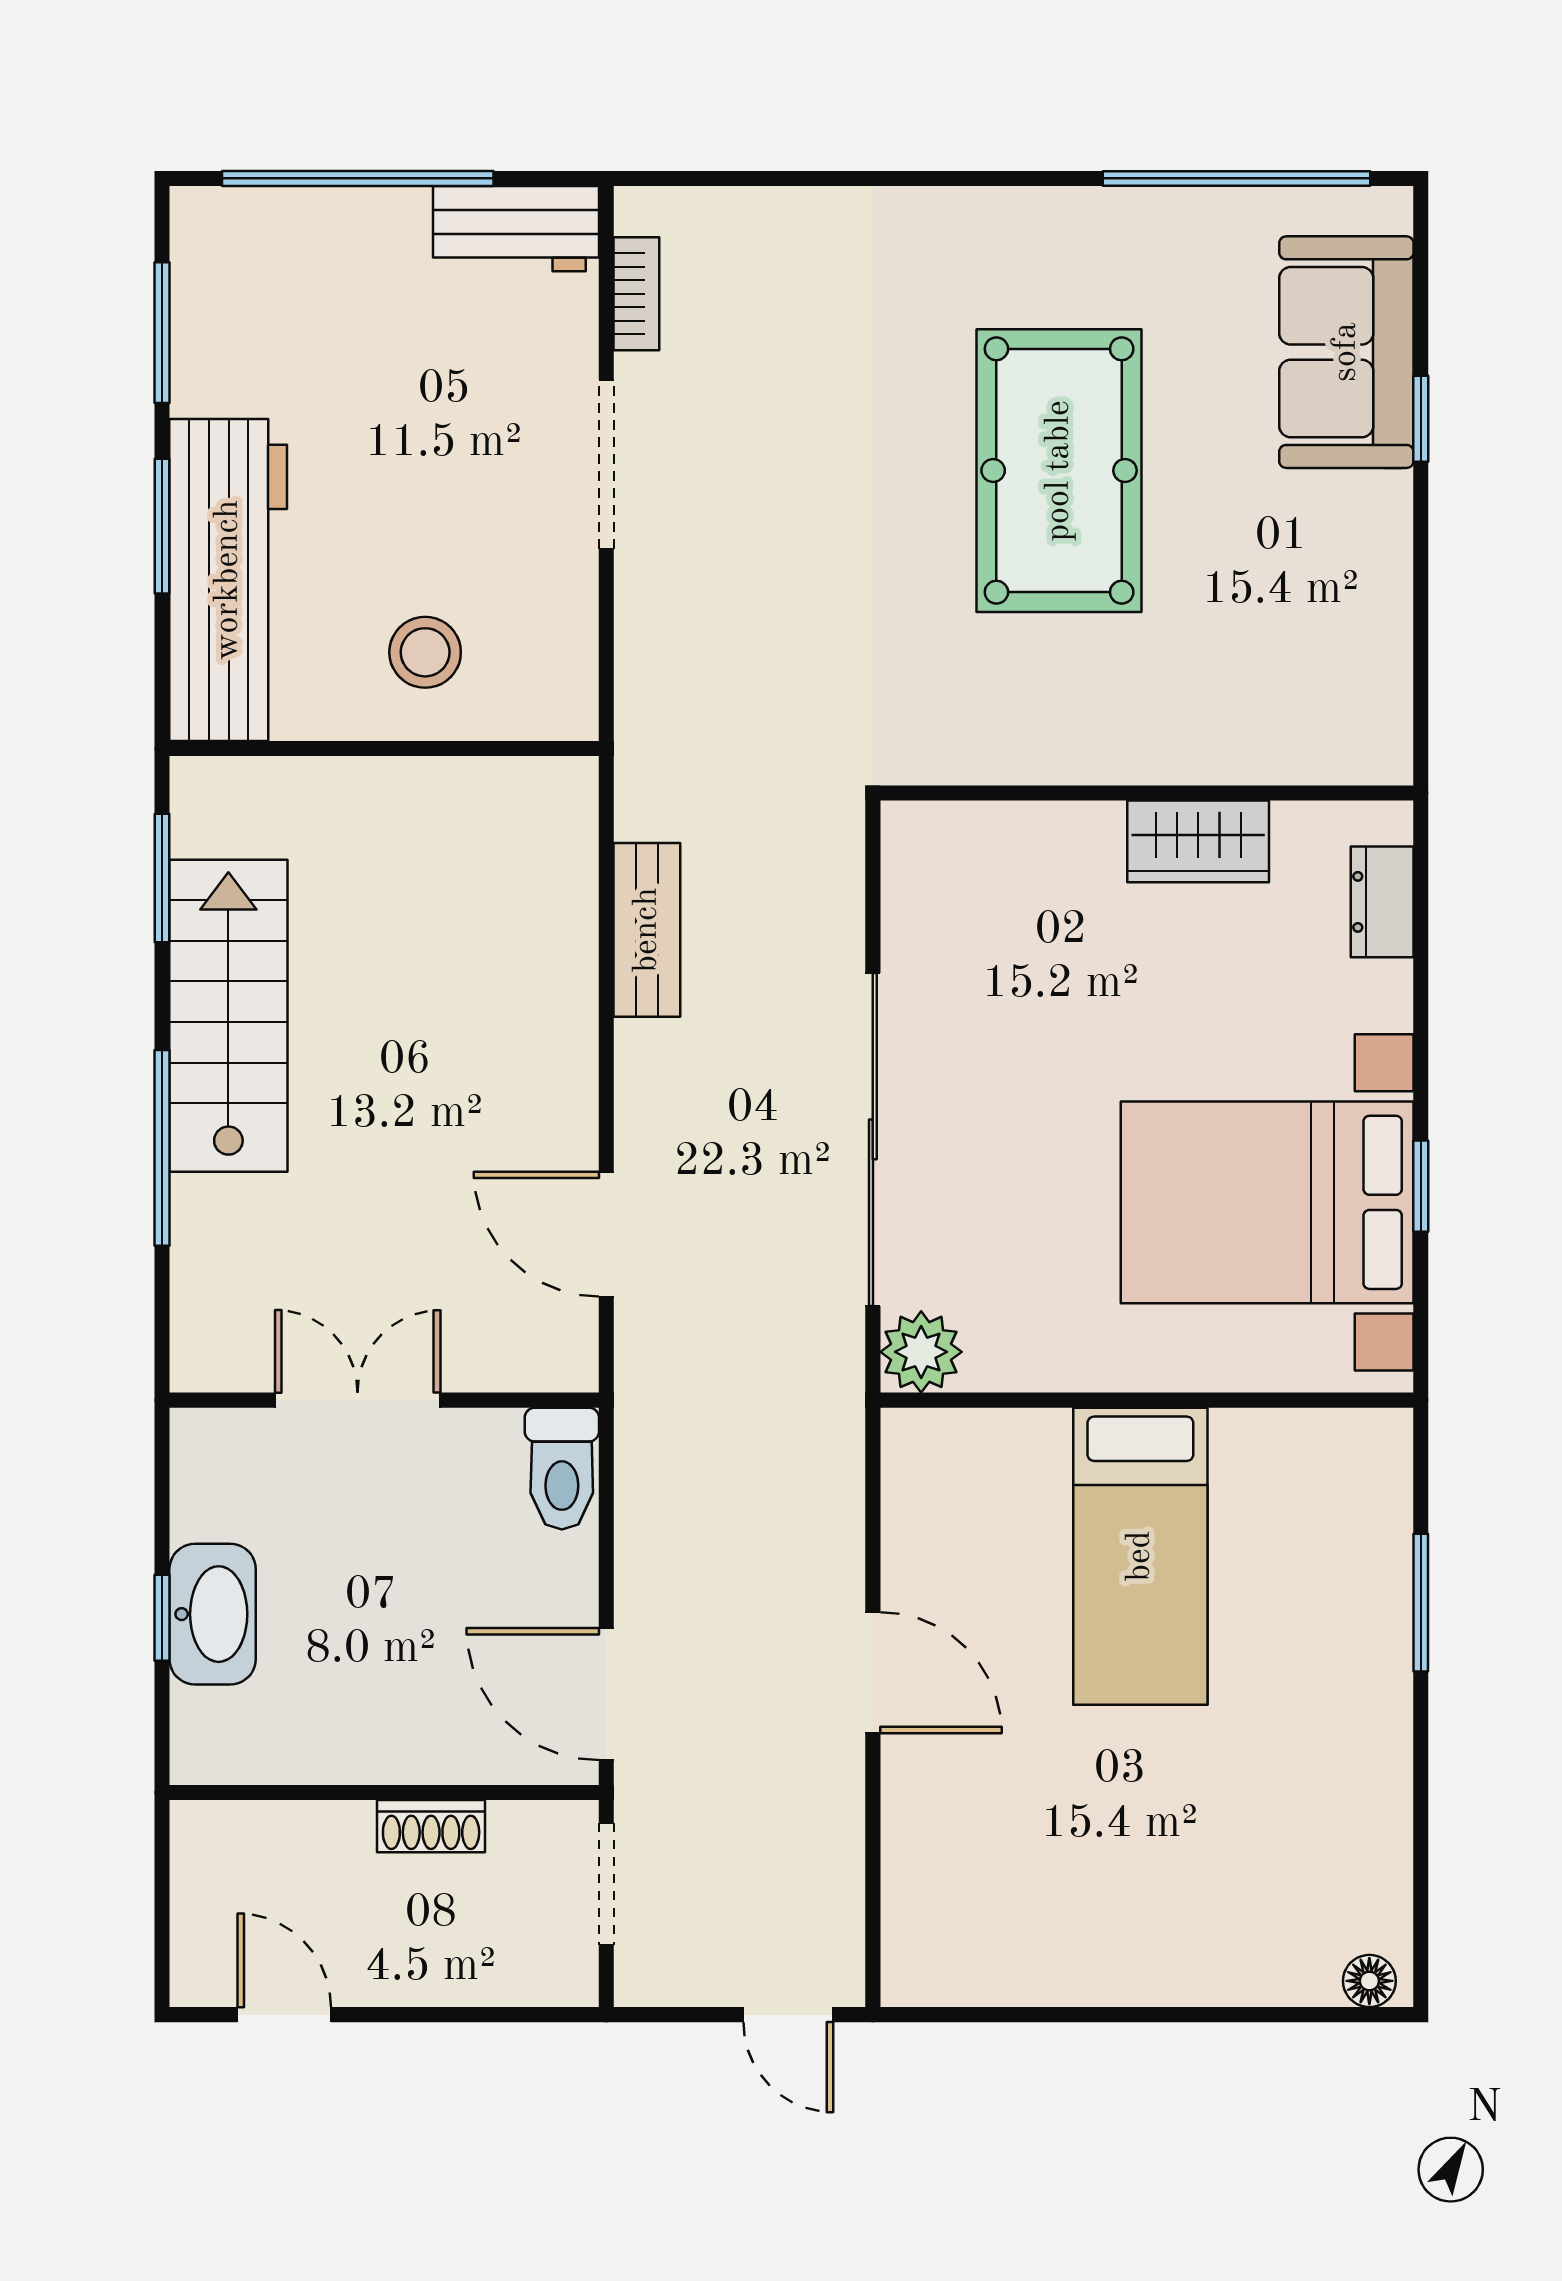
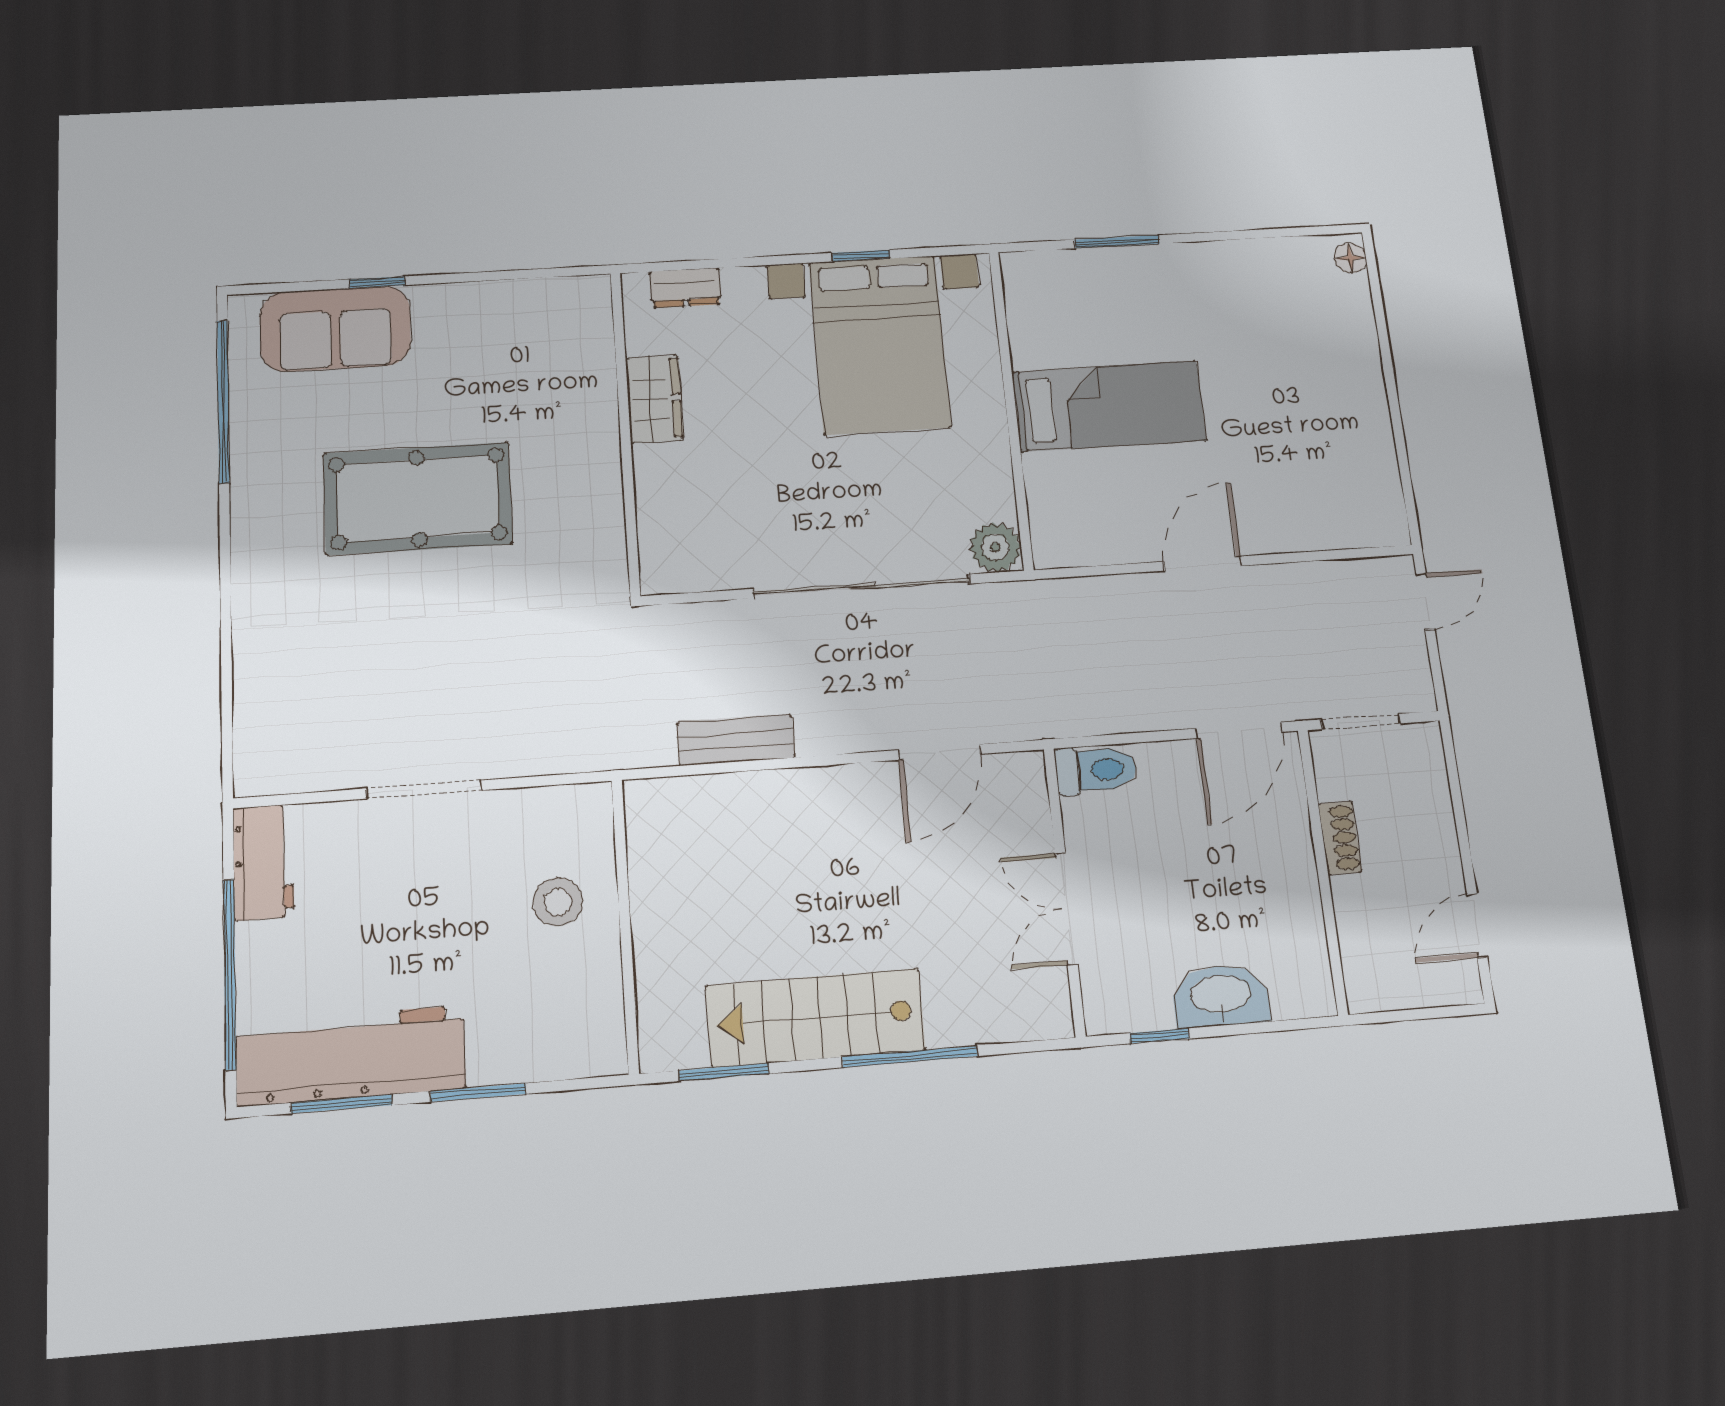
bookcase: (636, 294) -> (307, 778), removed
workbench: (228, 580) -> (351, 1056), moved
window: (162, 1618) -> (1160, 1036), moved

